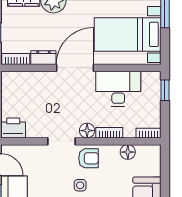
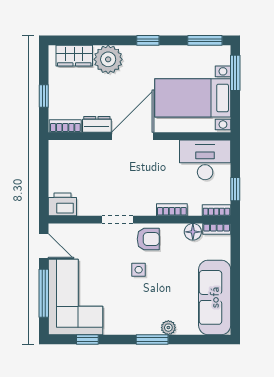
desk: (118, 89) -> (205, 160), moved
window: (165, 90) -> (235, 189), moved
floor lamp: (87, 131) -> (146, 207), removed
bookcase: (149, 149) -> (217, 229), added

